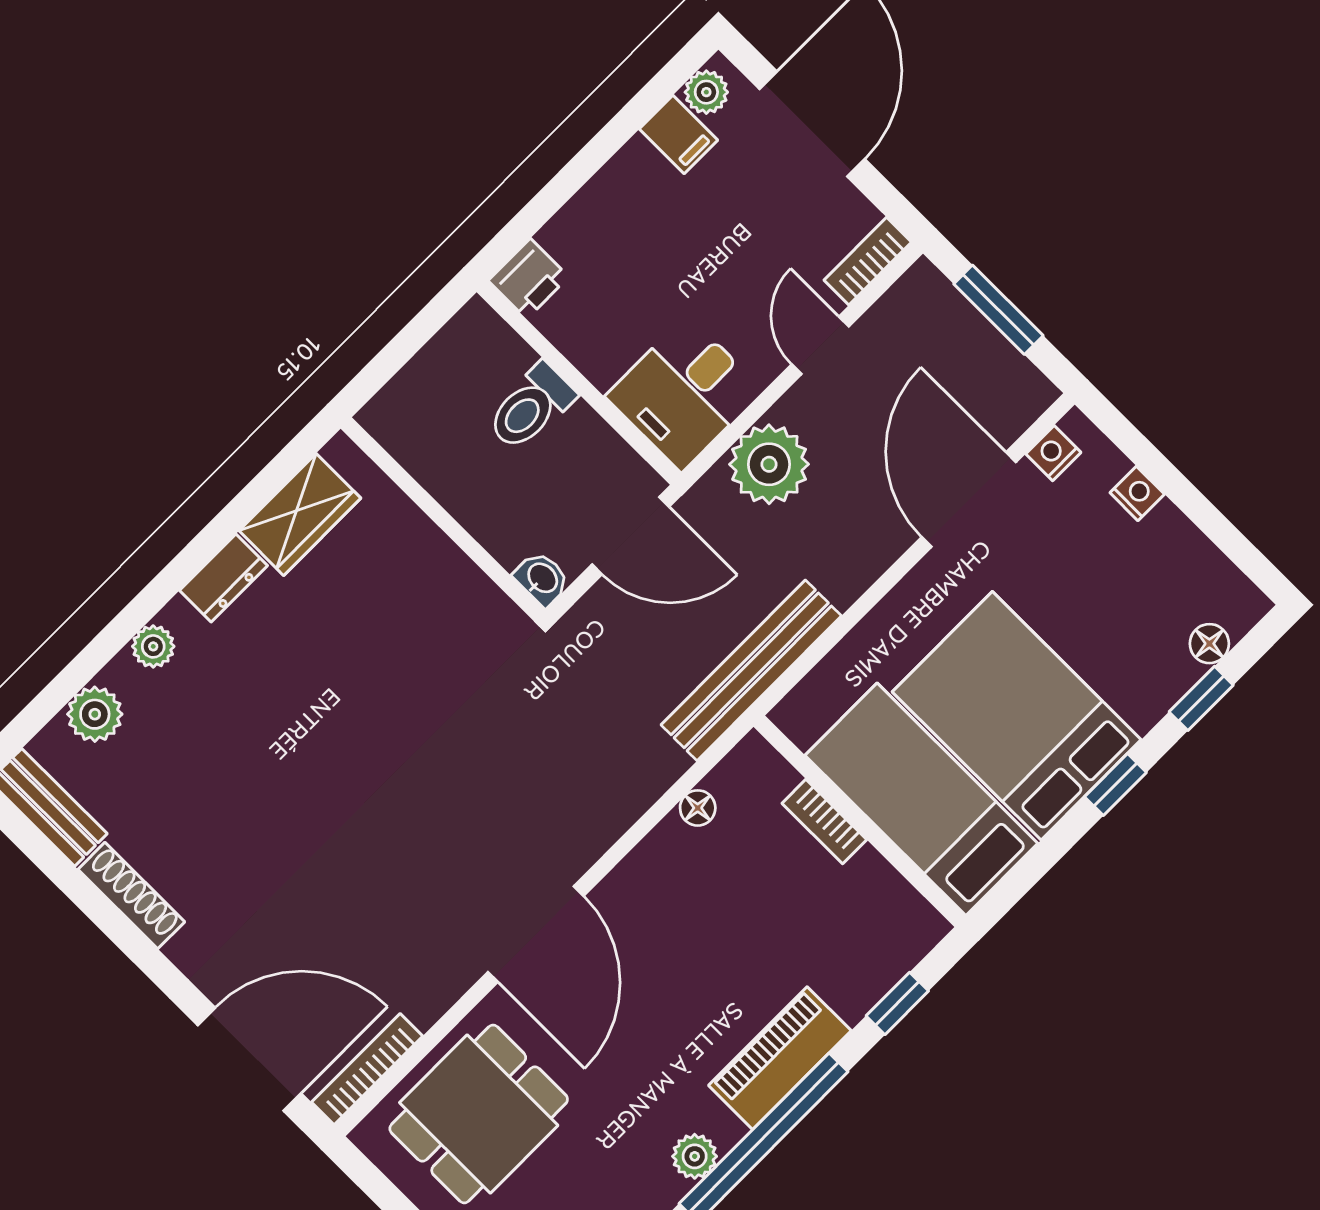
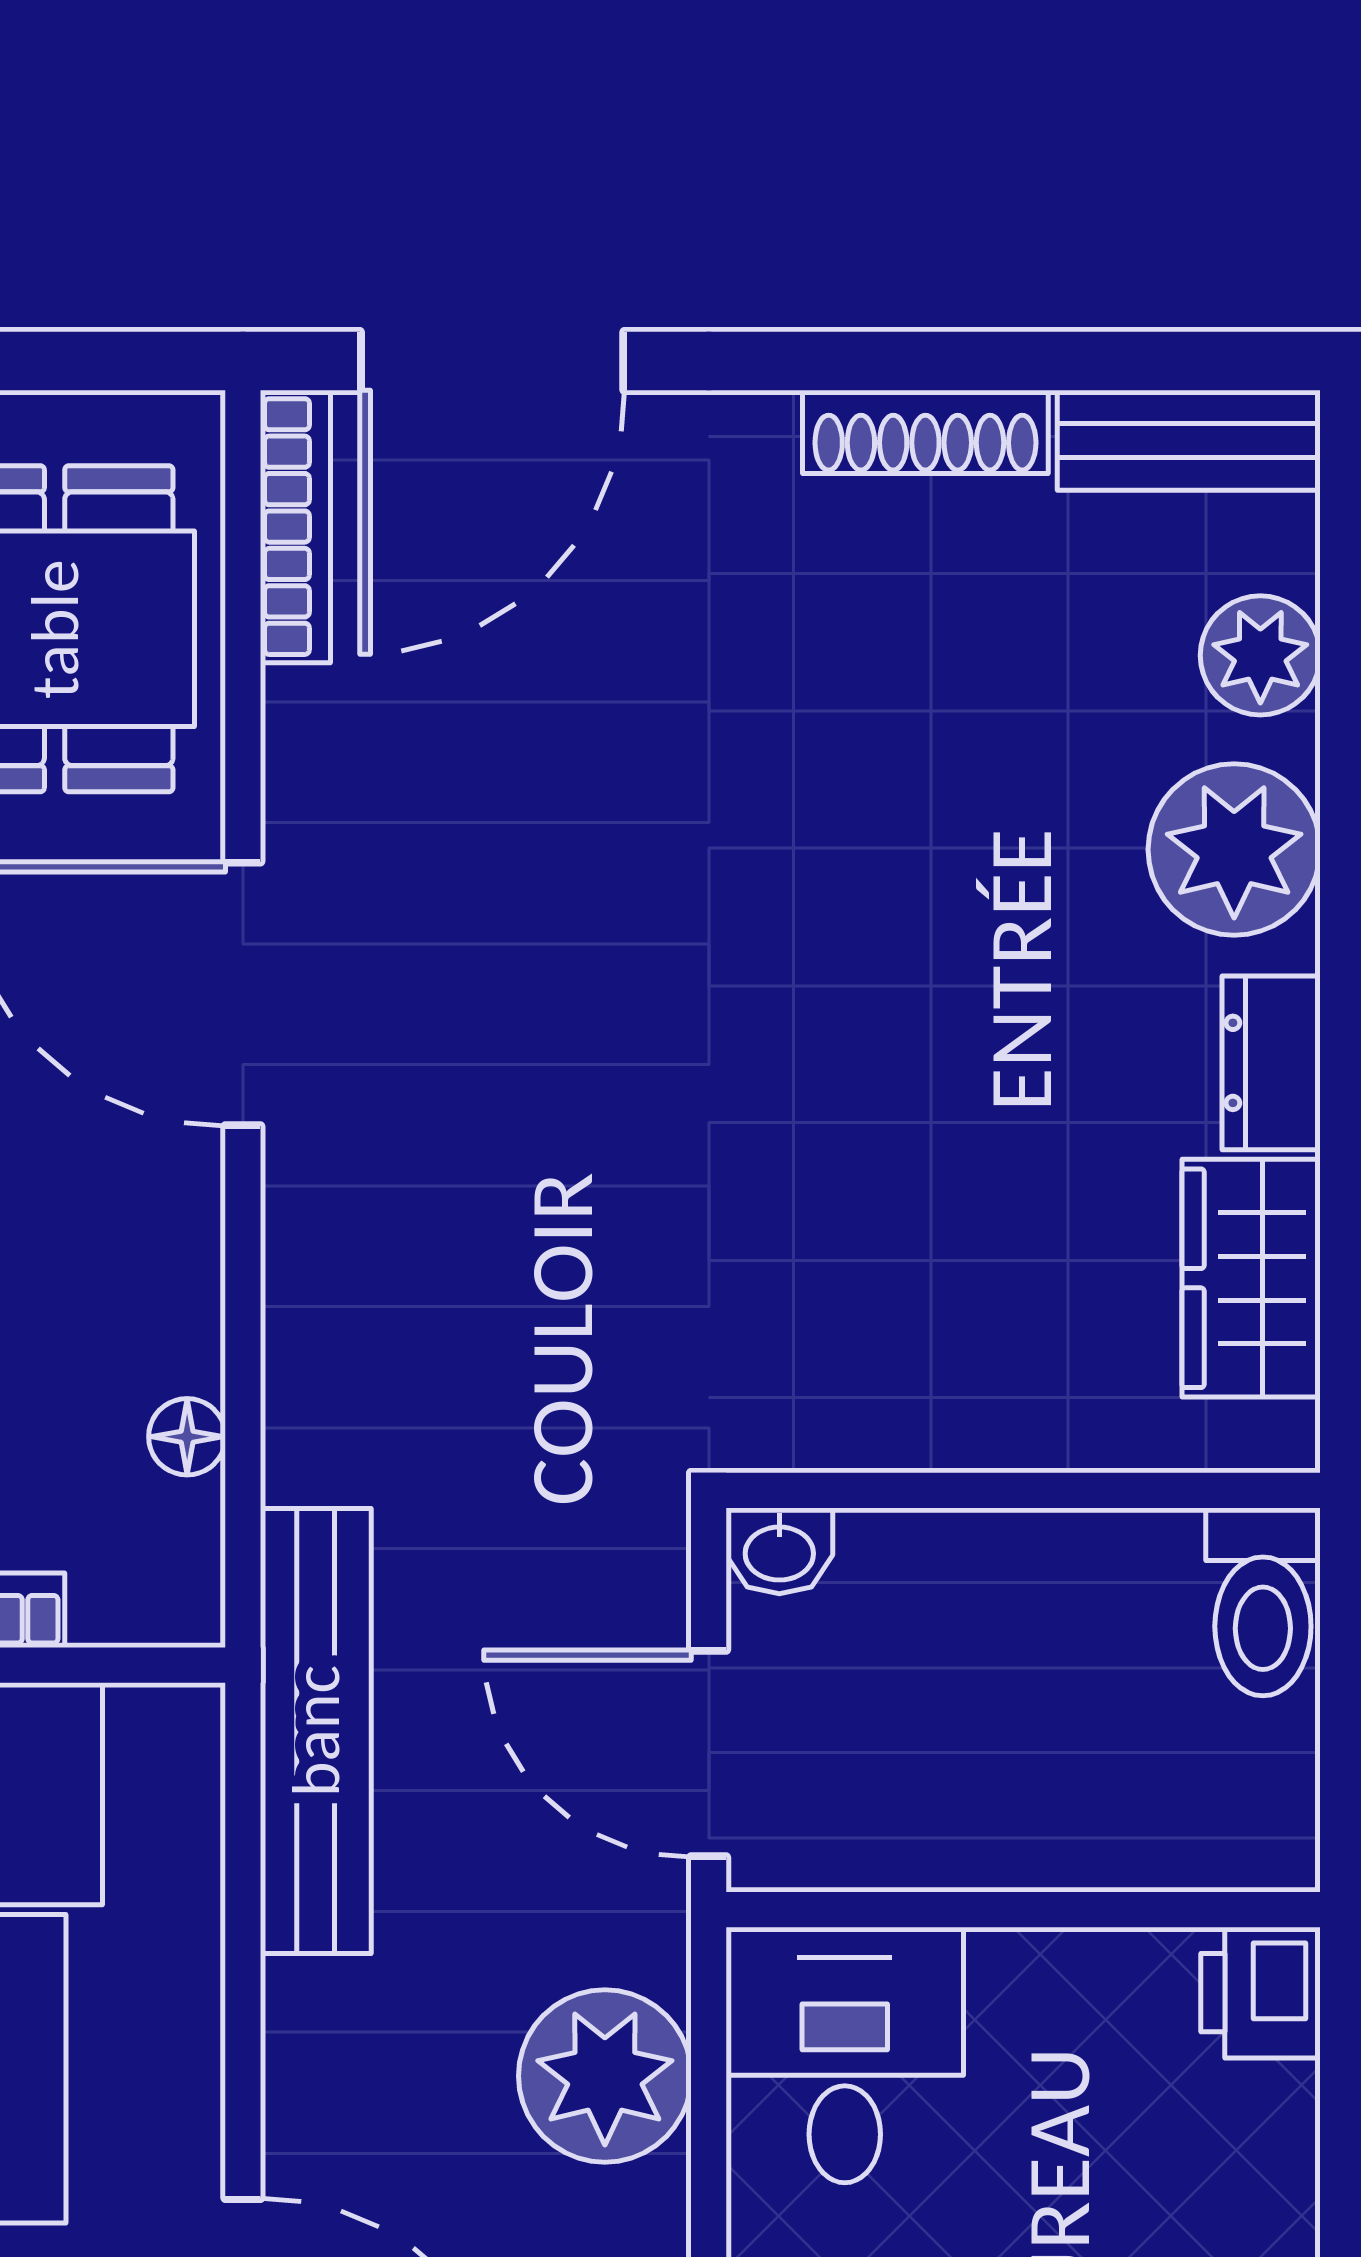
toilet: (531, 407) -> (1263, 1602), moved, turned 180
door: (631, 536) -> (709, 1754), hinge flipped
plant: (153, 646) -> (1234, 850), width x1.87, depth x1.87

